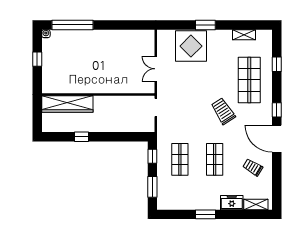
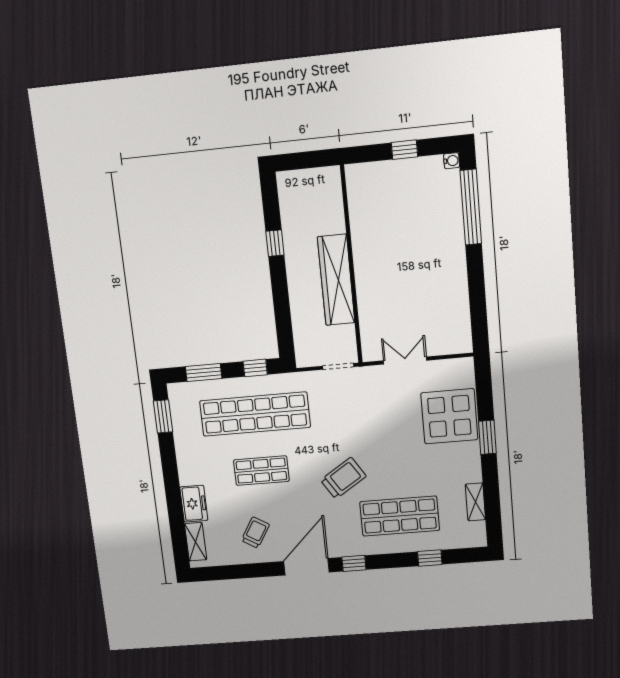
wardrobe: (67, 104) -> (336, 280), moved
shop shelf: (180, 159) -> (255, 414), width x2.00, depth x1.36
window: (205, 214) -> (163, 416), moved

